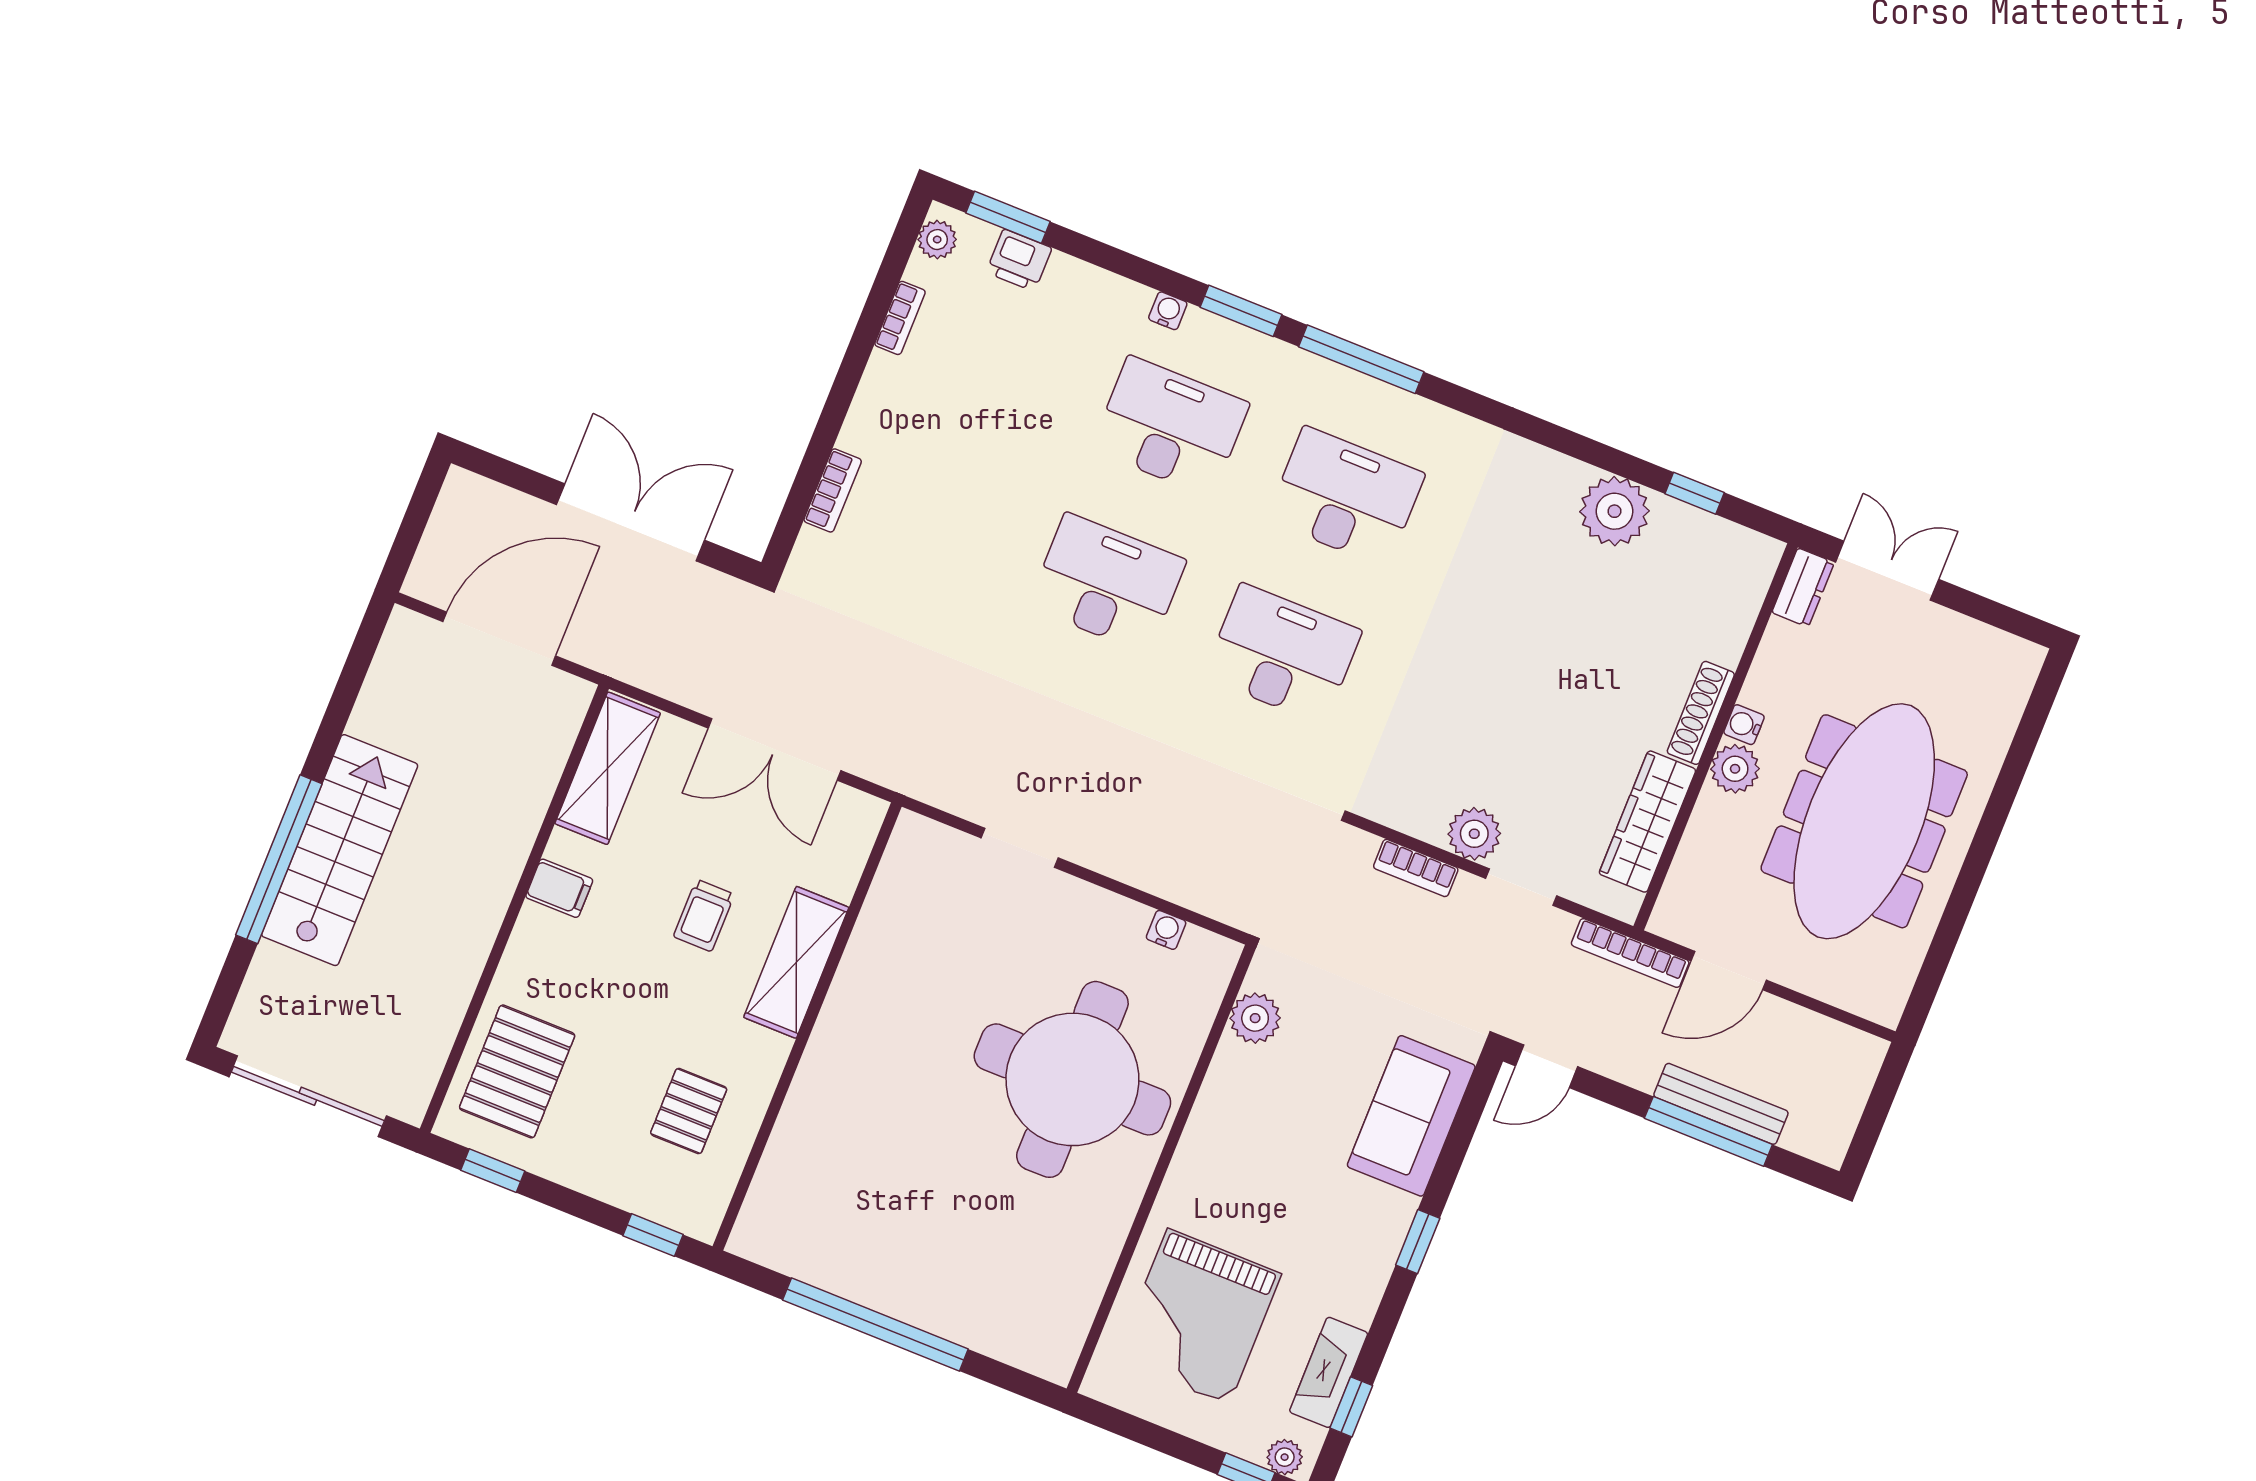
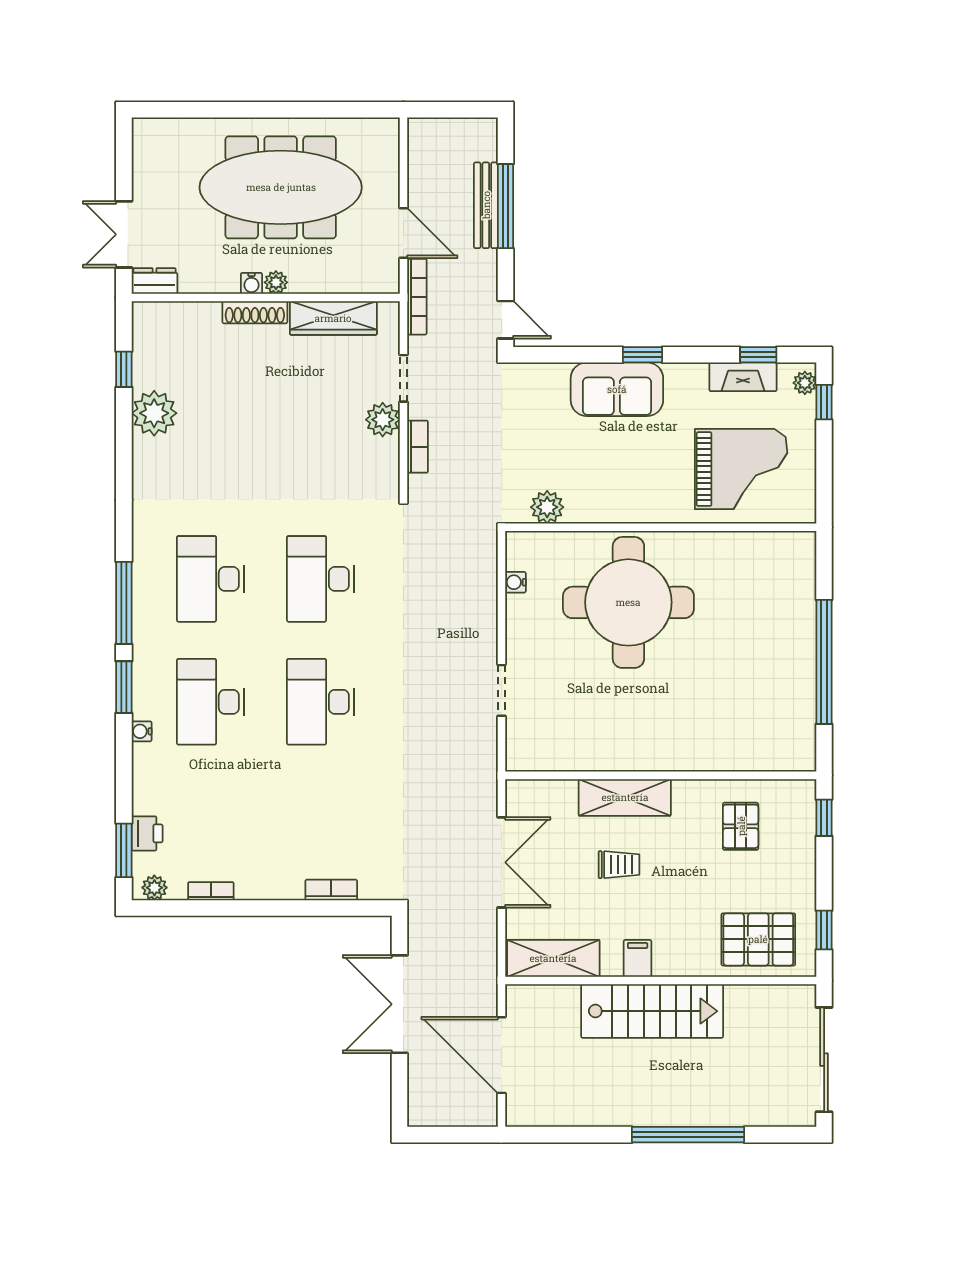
plant: (1735, 769) -> (276, 282), width x0.73, depth x0.73
stairs: (340, 850) -> (652, 1011), moved, turned 180
pallet: (689, 1111) -> (741, 826), turned 90
sofa: (1411, 1116) -> (617, 389), moved

